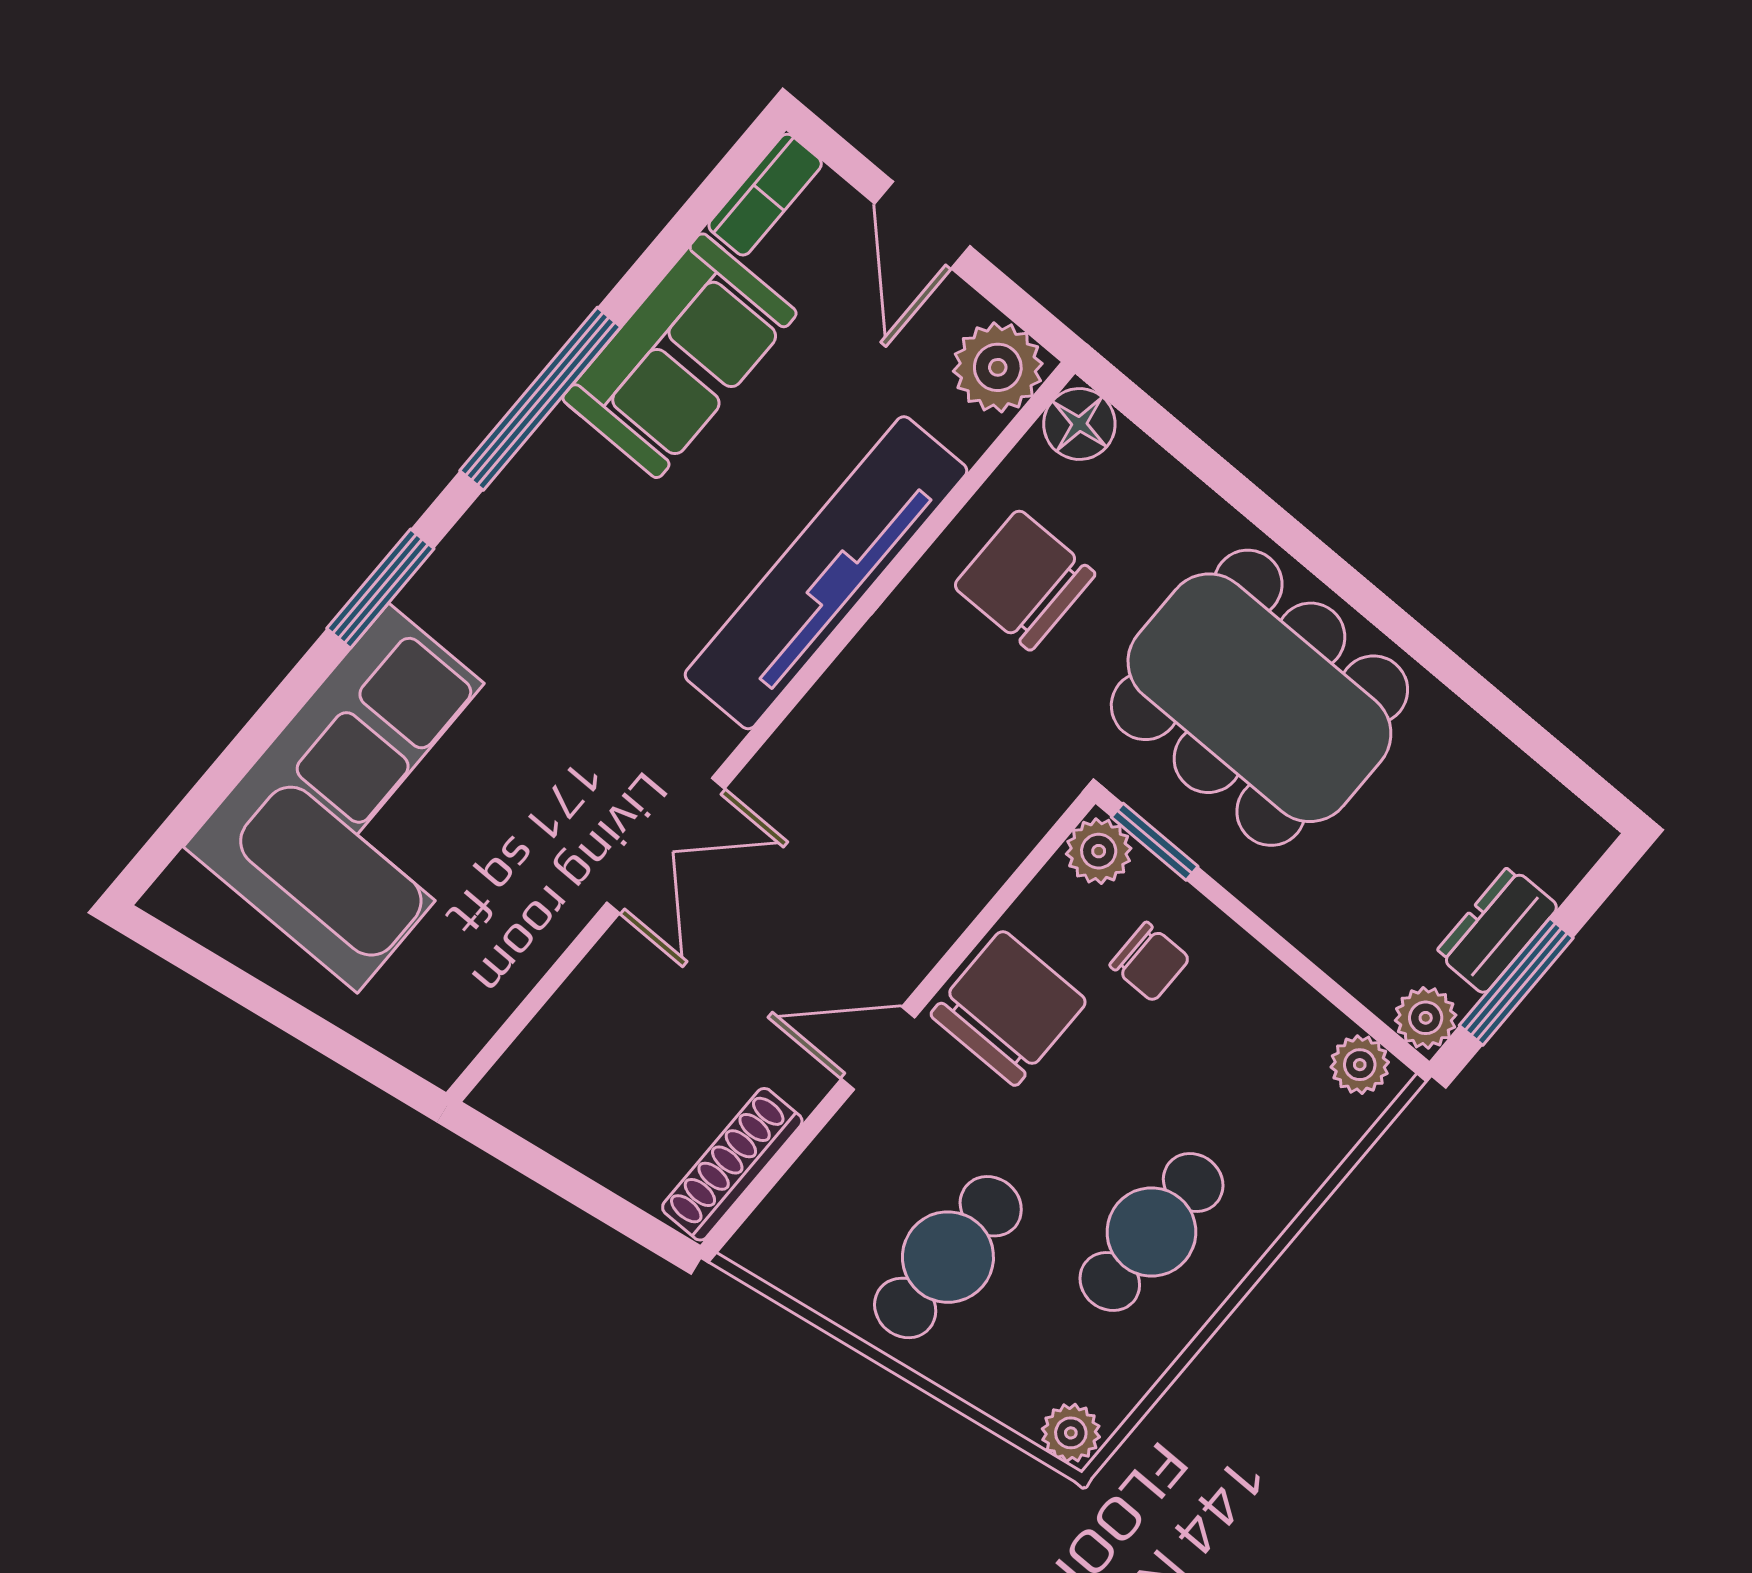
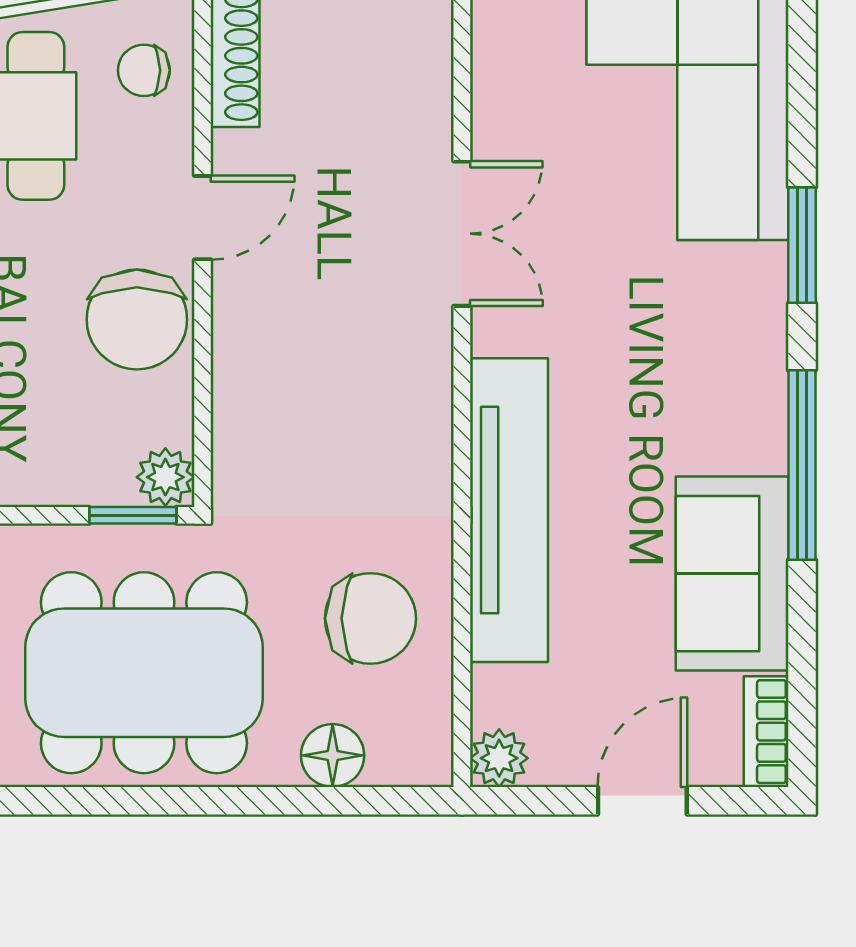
door: (922, 225) -> (642, 801), hinge flipped
plant: (998, 367) -> (499, 758), width x0.73, depth x0.73
floor lamp: (1079, 424) -> (333, 755), moved
double door: (666, 846) -> (462, 234), swing flipped
chair: (1150, 962) -> (144, 70), moved

